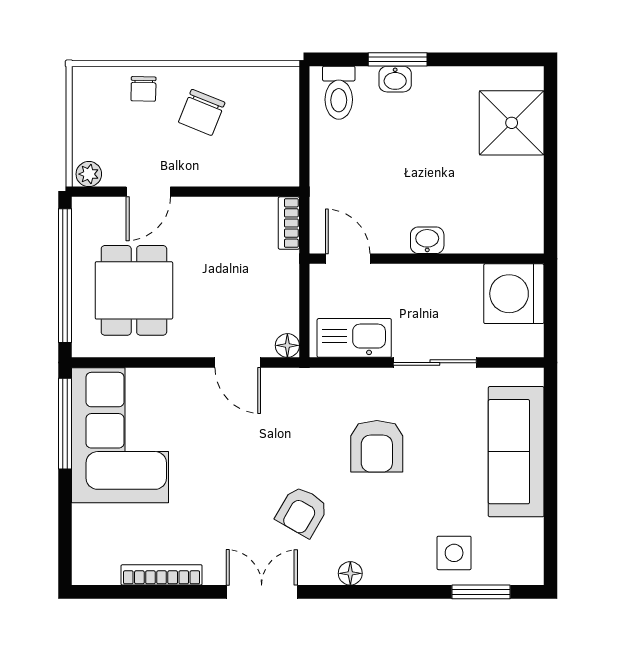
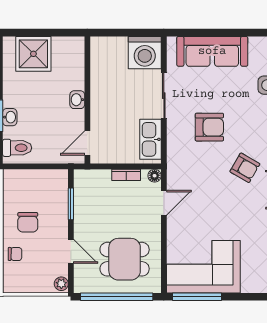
chair: (202, 112) -> (28, 222), turned 68
window: (236, 192) -> (71, 204), added
bookcase: (289, 223) -> (126, 175), moved
washbasin: (427, 240) -> (77, 100), moved
door: (348, 259) -> (87, 143), moved
wall: (427, 259) -> (87, 100), moved
washing machine: (514, 294) -> (145, 53), moved

